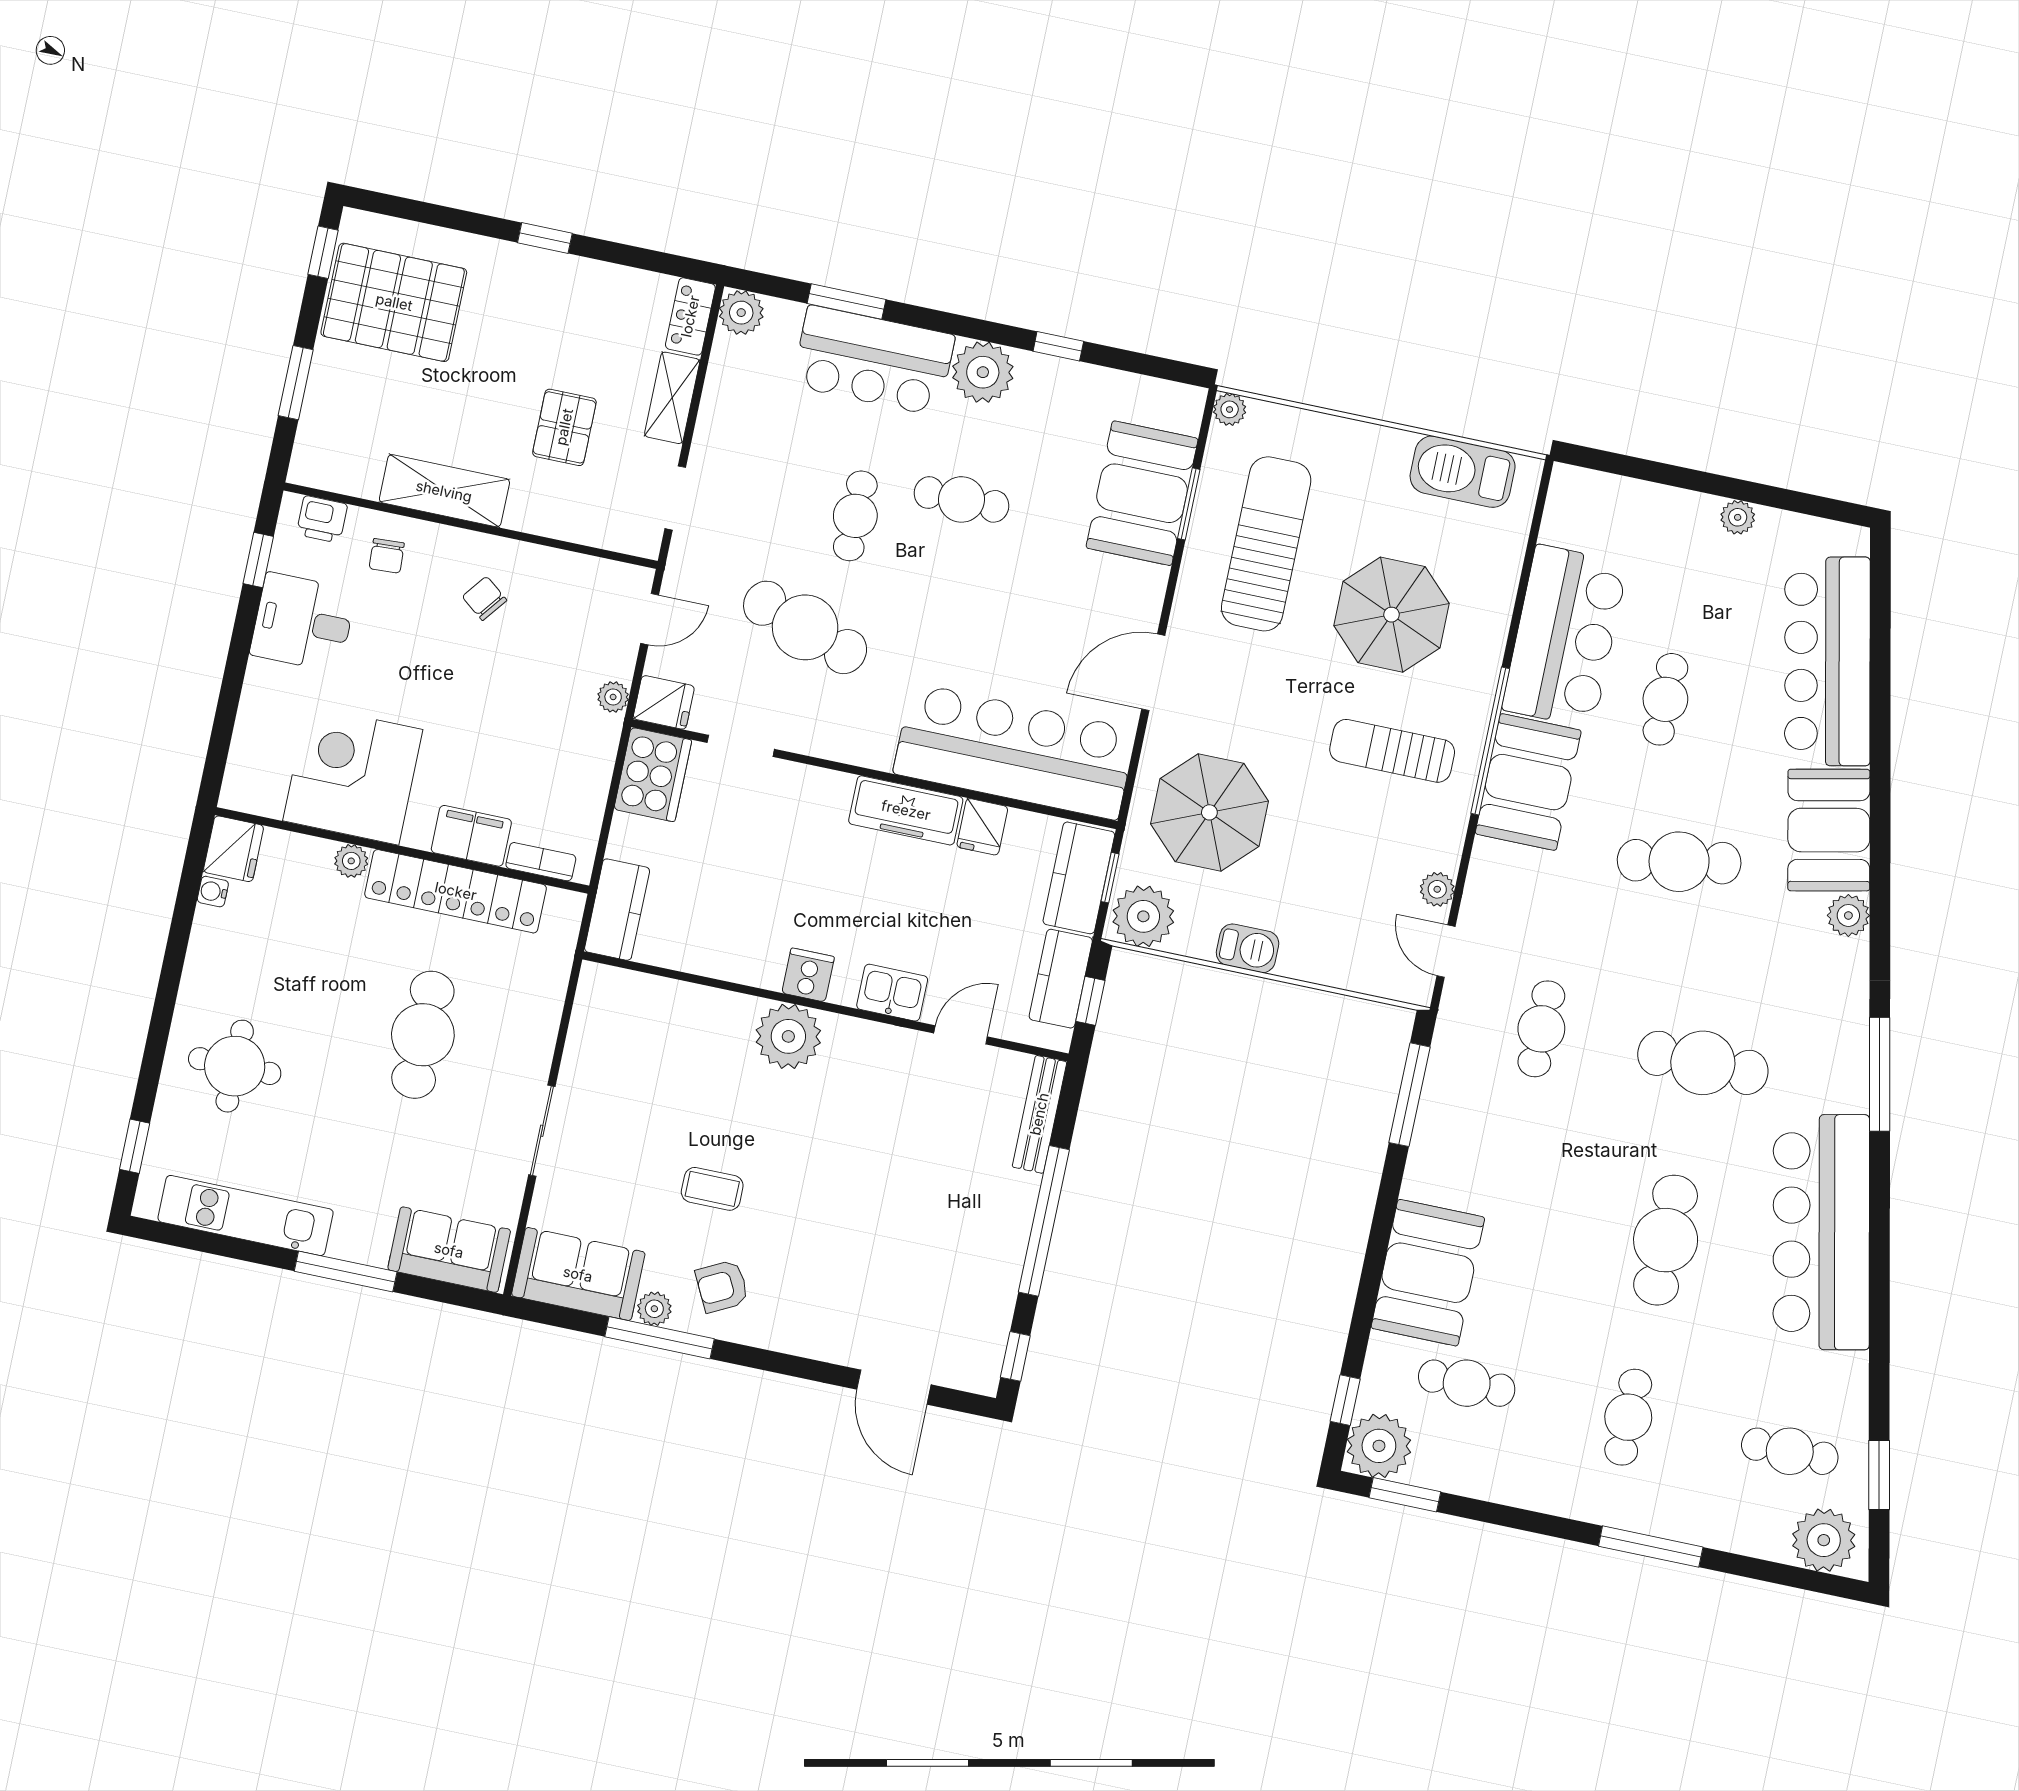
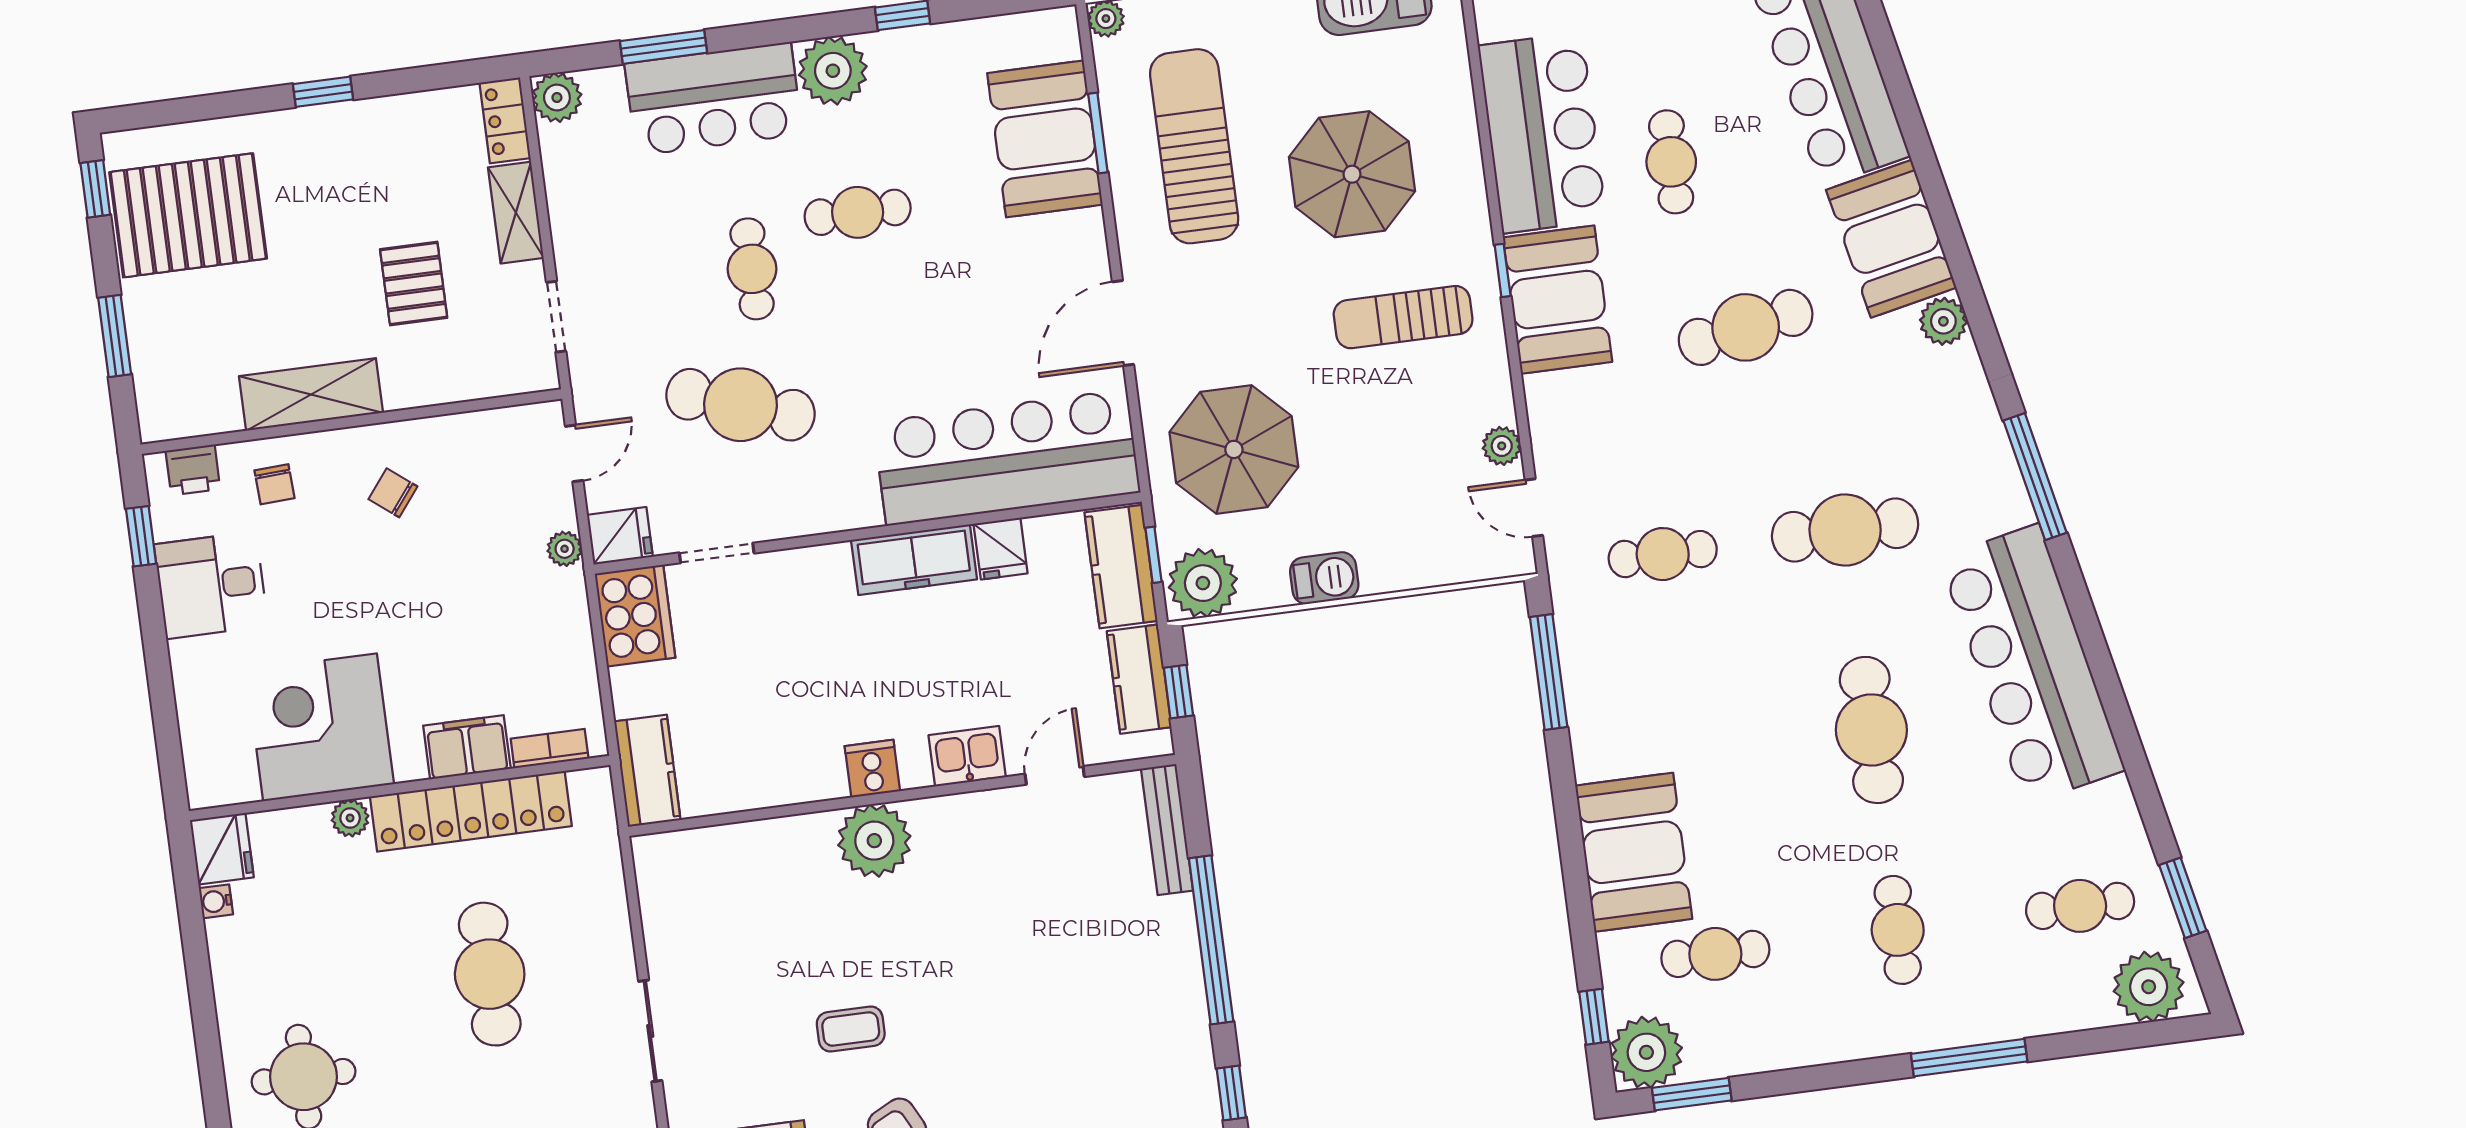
window: (1490, 741) -> (1503, 270), width x0.32
cafe table: (1541, 1029) -> (1663, 554), turned 90

